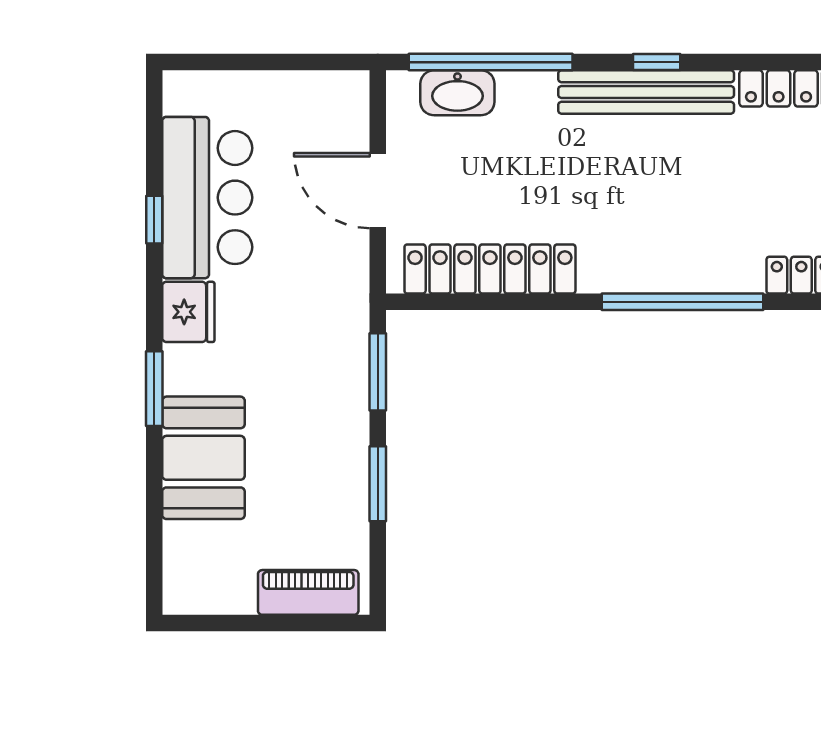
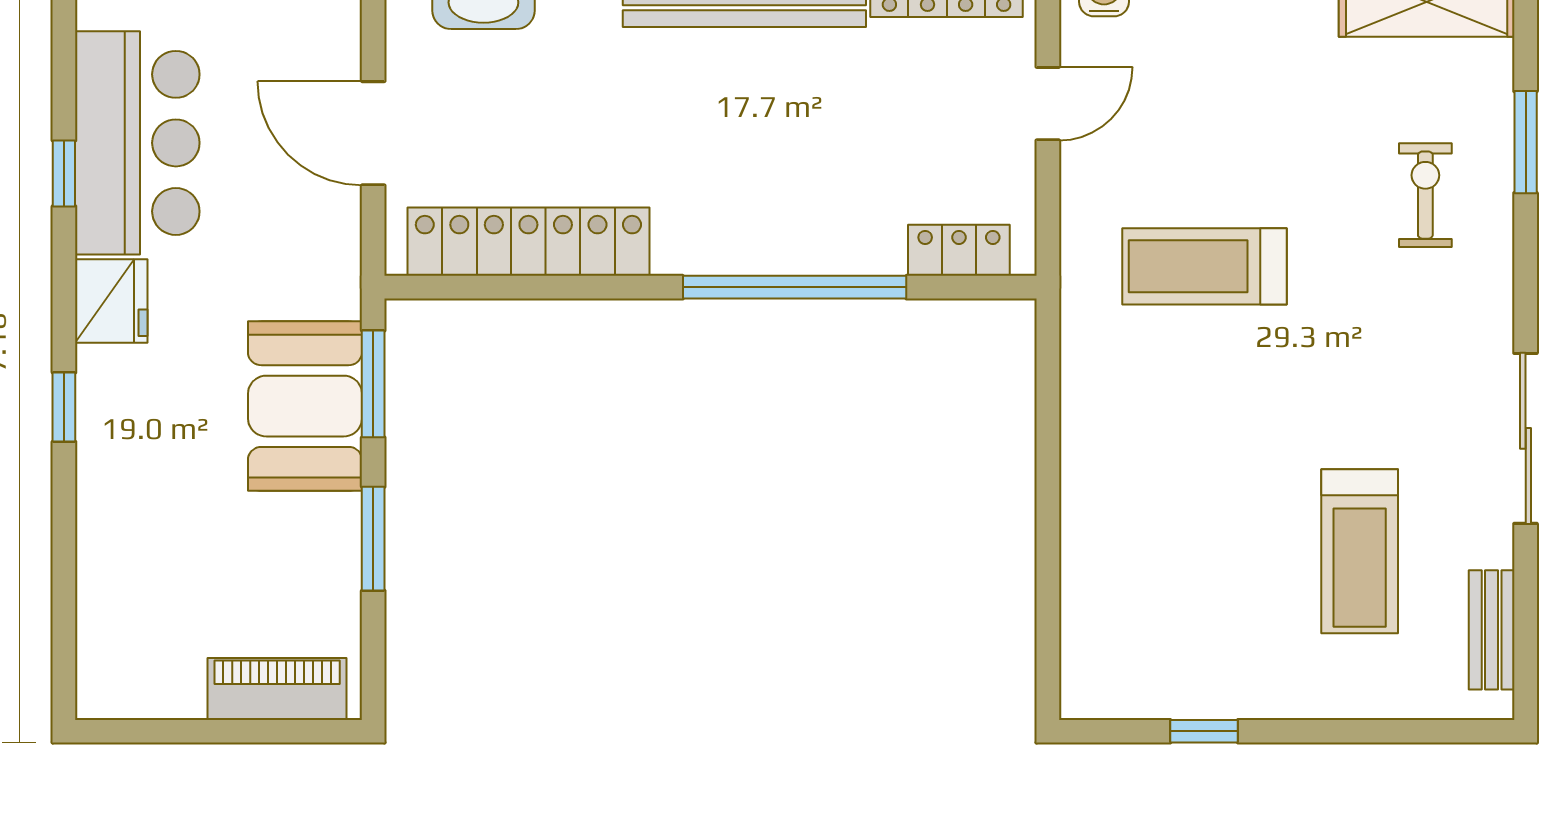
window: (154, 389) -> (64, 407), width x0.67
booth: (203, 458) -> (305, 406), moved

